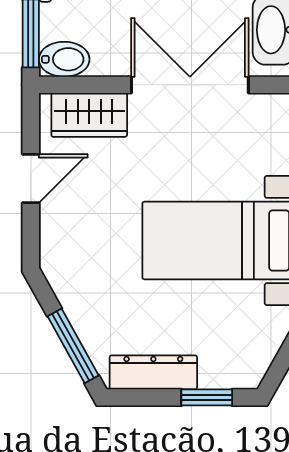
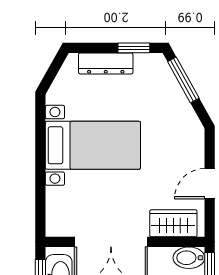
dresser: (153, 372) -> (106, 63), moved
window: (207, 397) -> (134, 48), moved

